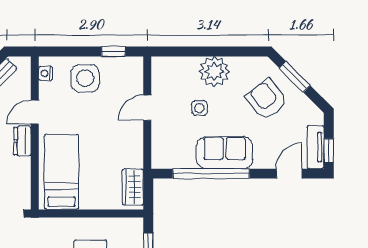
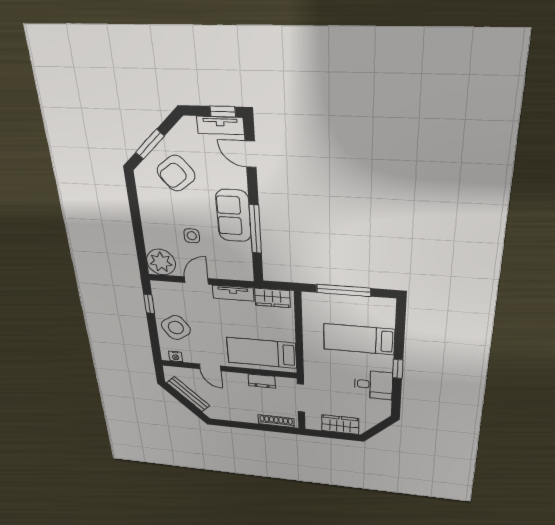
plant: (214, 72) -> (161, 262), moved
side table: (85, 78) -> (176, 328), turned -34
door: (147, 108) -> (196, 280), swing flipped
dresser: (23, 141) -> (262, 381), moved
tv unit: (135, 146) -> (233, 293), added
window: (211, 174) -> (255, 229), width x0.68

